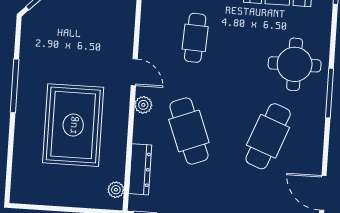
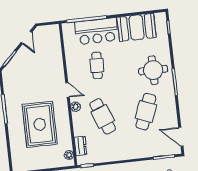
dresser: (140, 169) -> (81, 146), width x0.70

